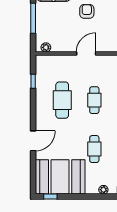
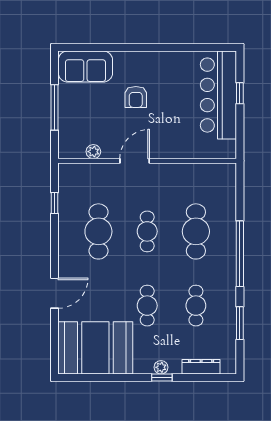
armchair: (87, 11) -> (136, 97), turned 180
plant: (46, 47) -> (93, 152), moved
window: (50, 197) -> (162, 378), moved

